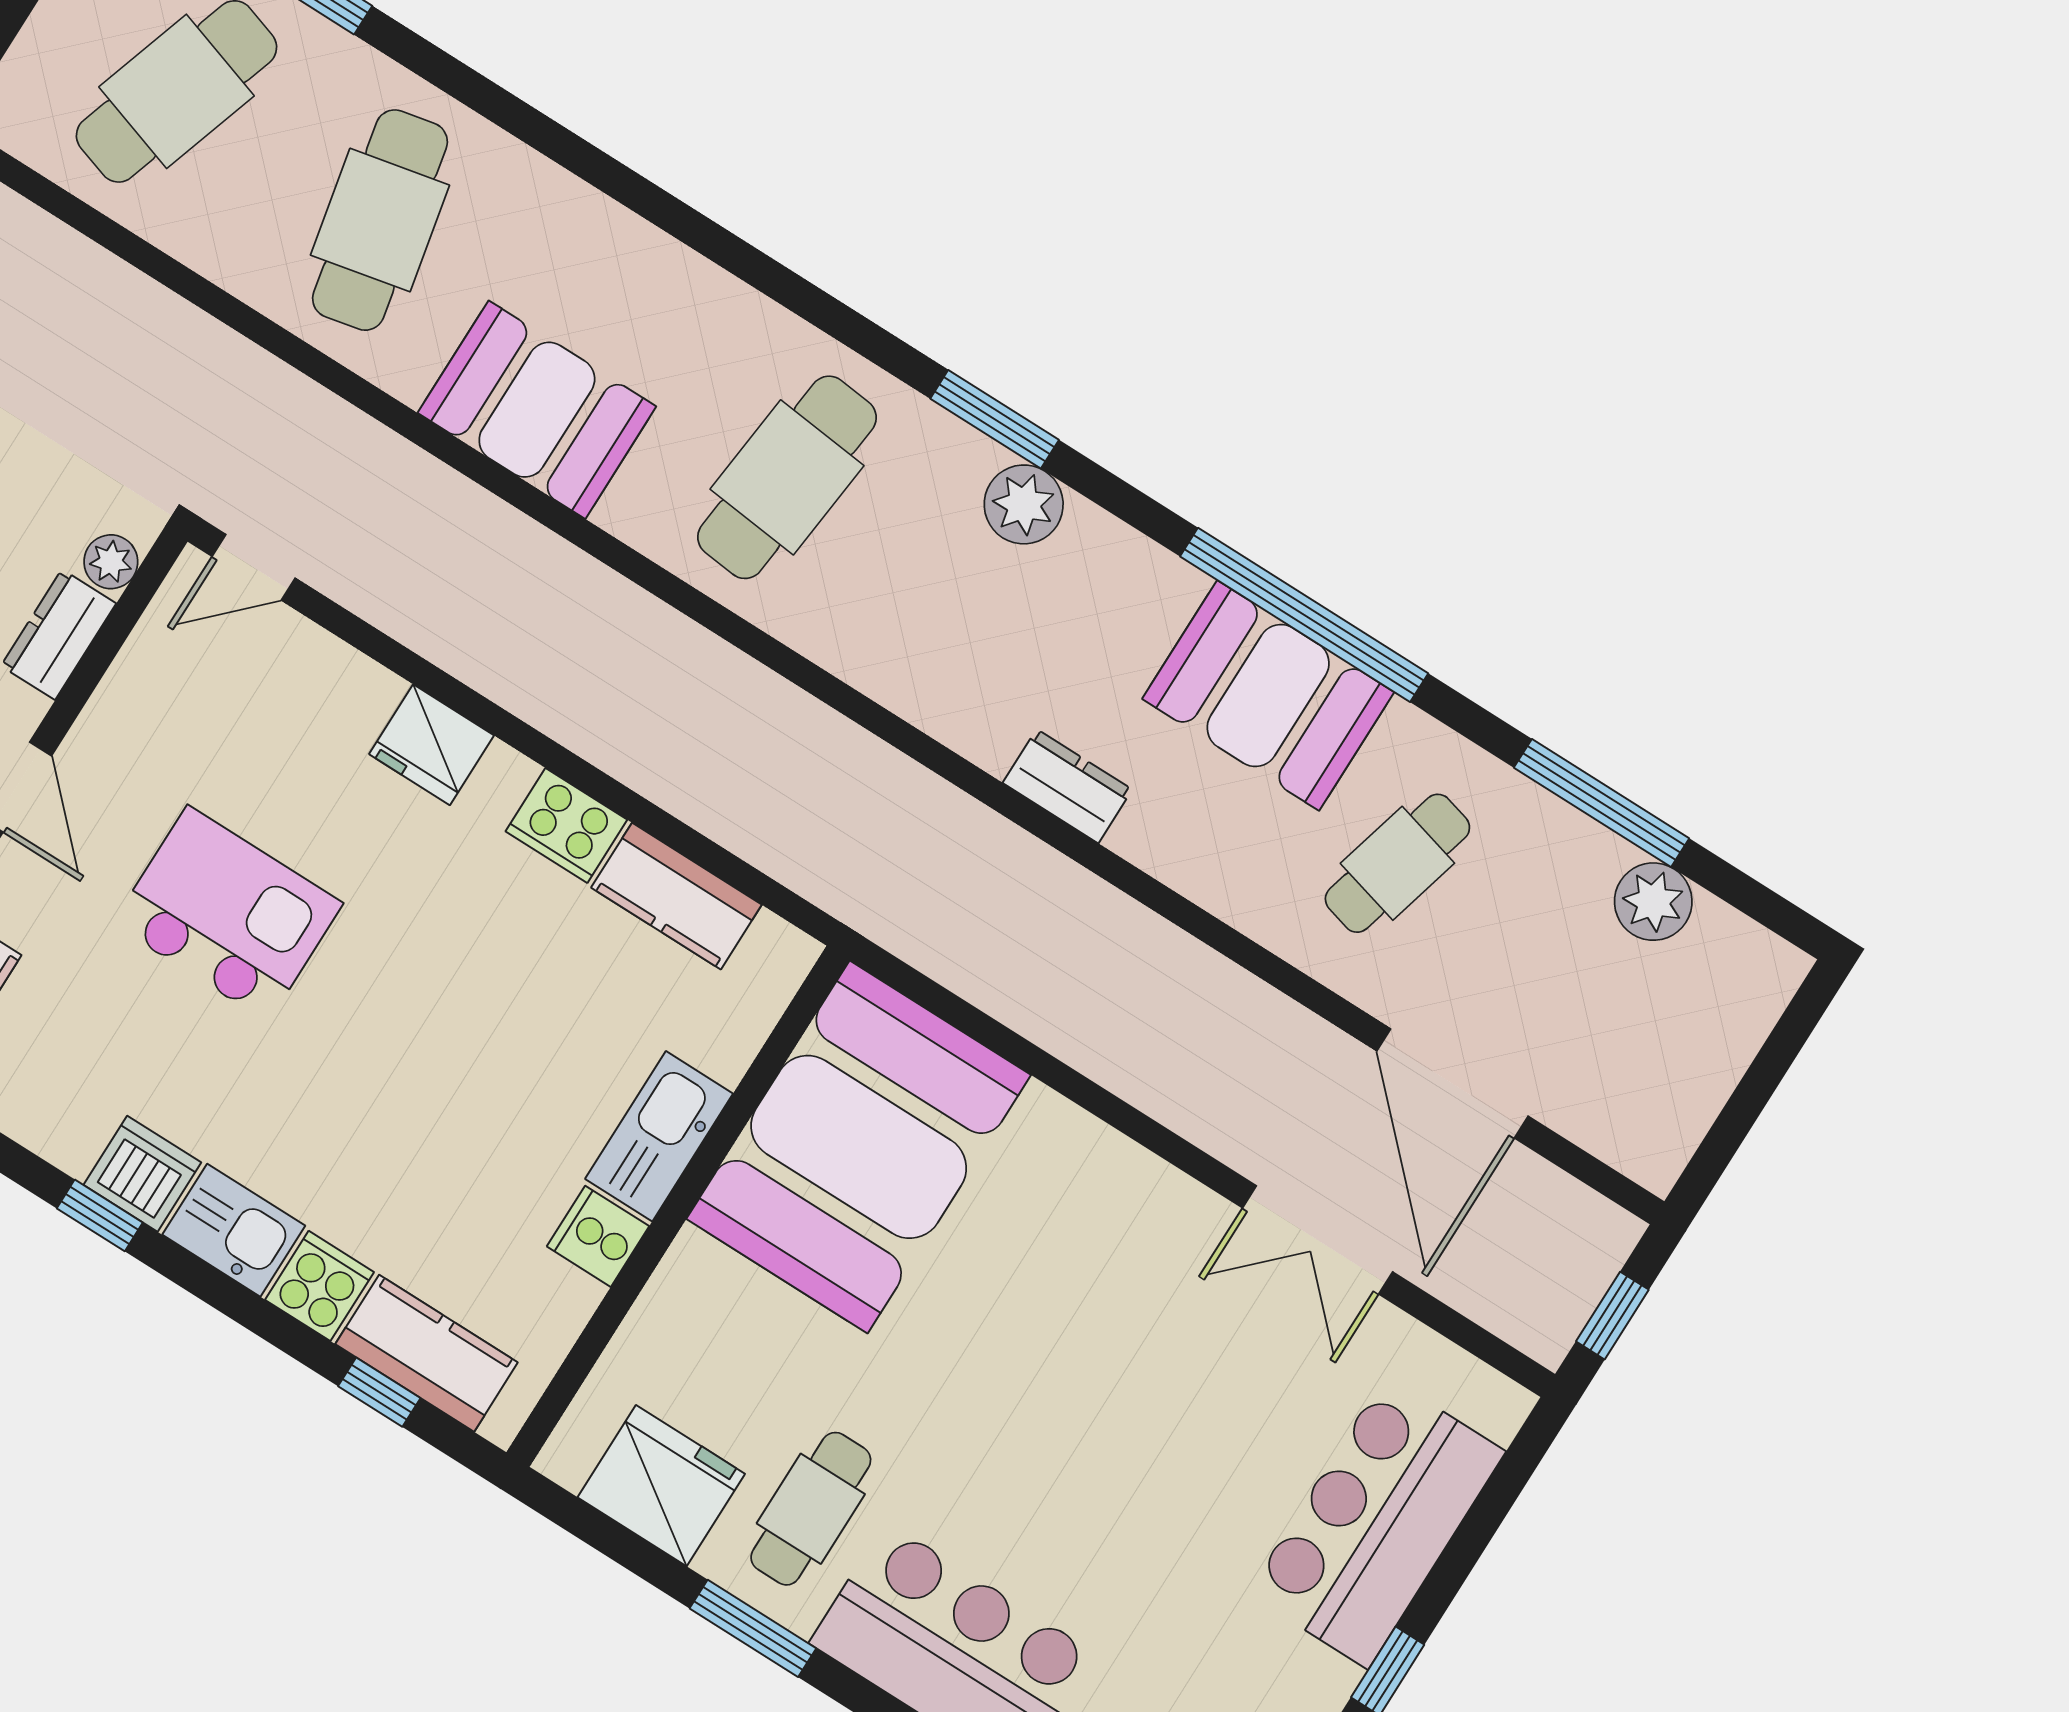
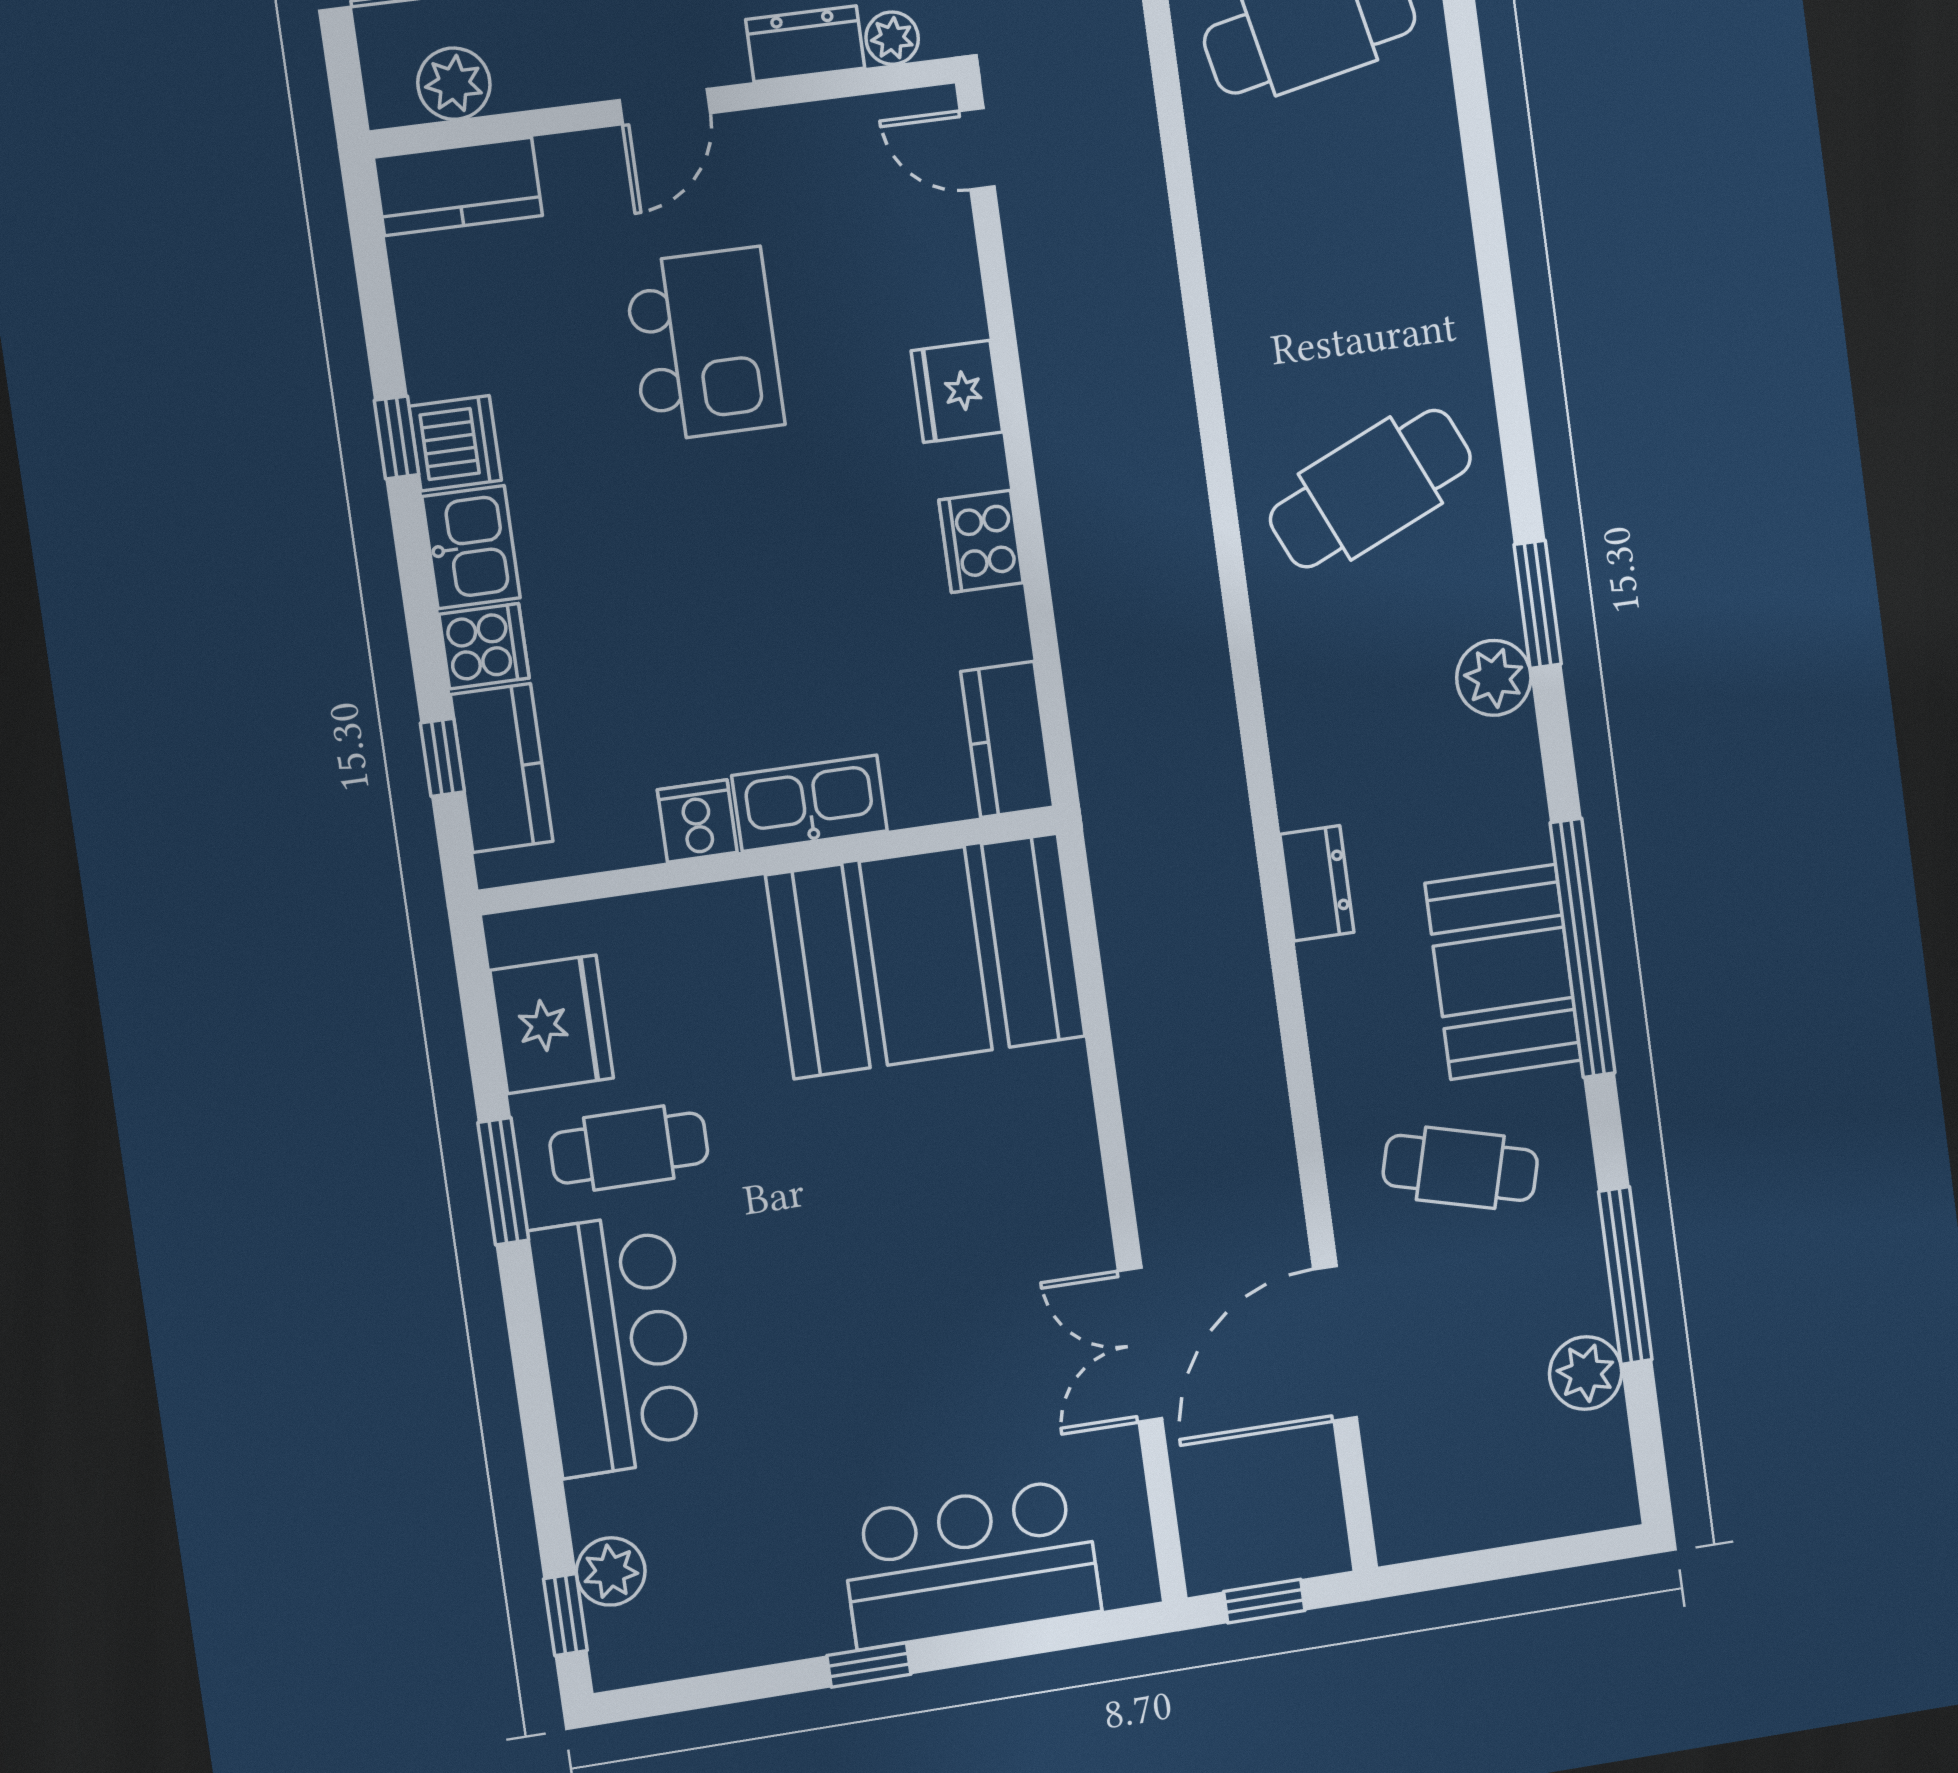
booth: (537, 410) -> (1267, 263), removed
cafe table: (787, 477) -> (1370, 489), turned -30
kitchen counter: (676, 896) -> (1007, 739), moved

